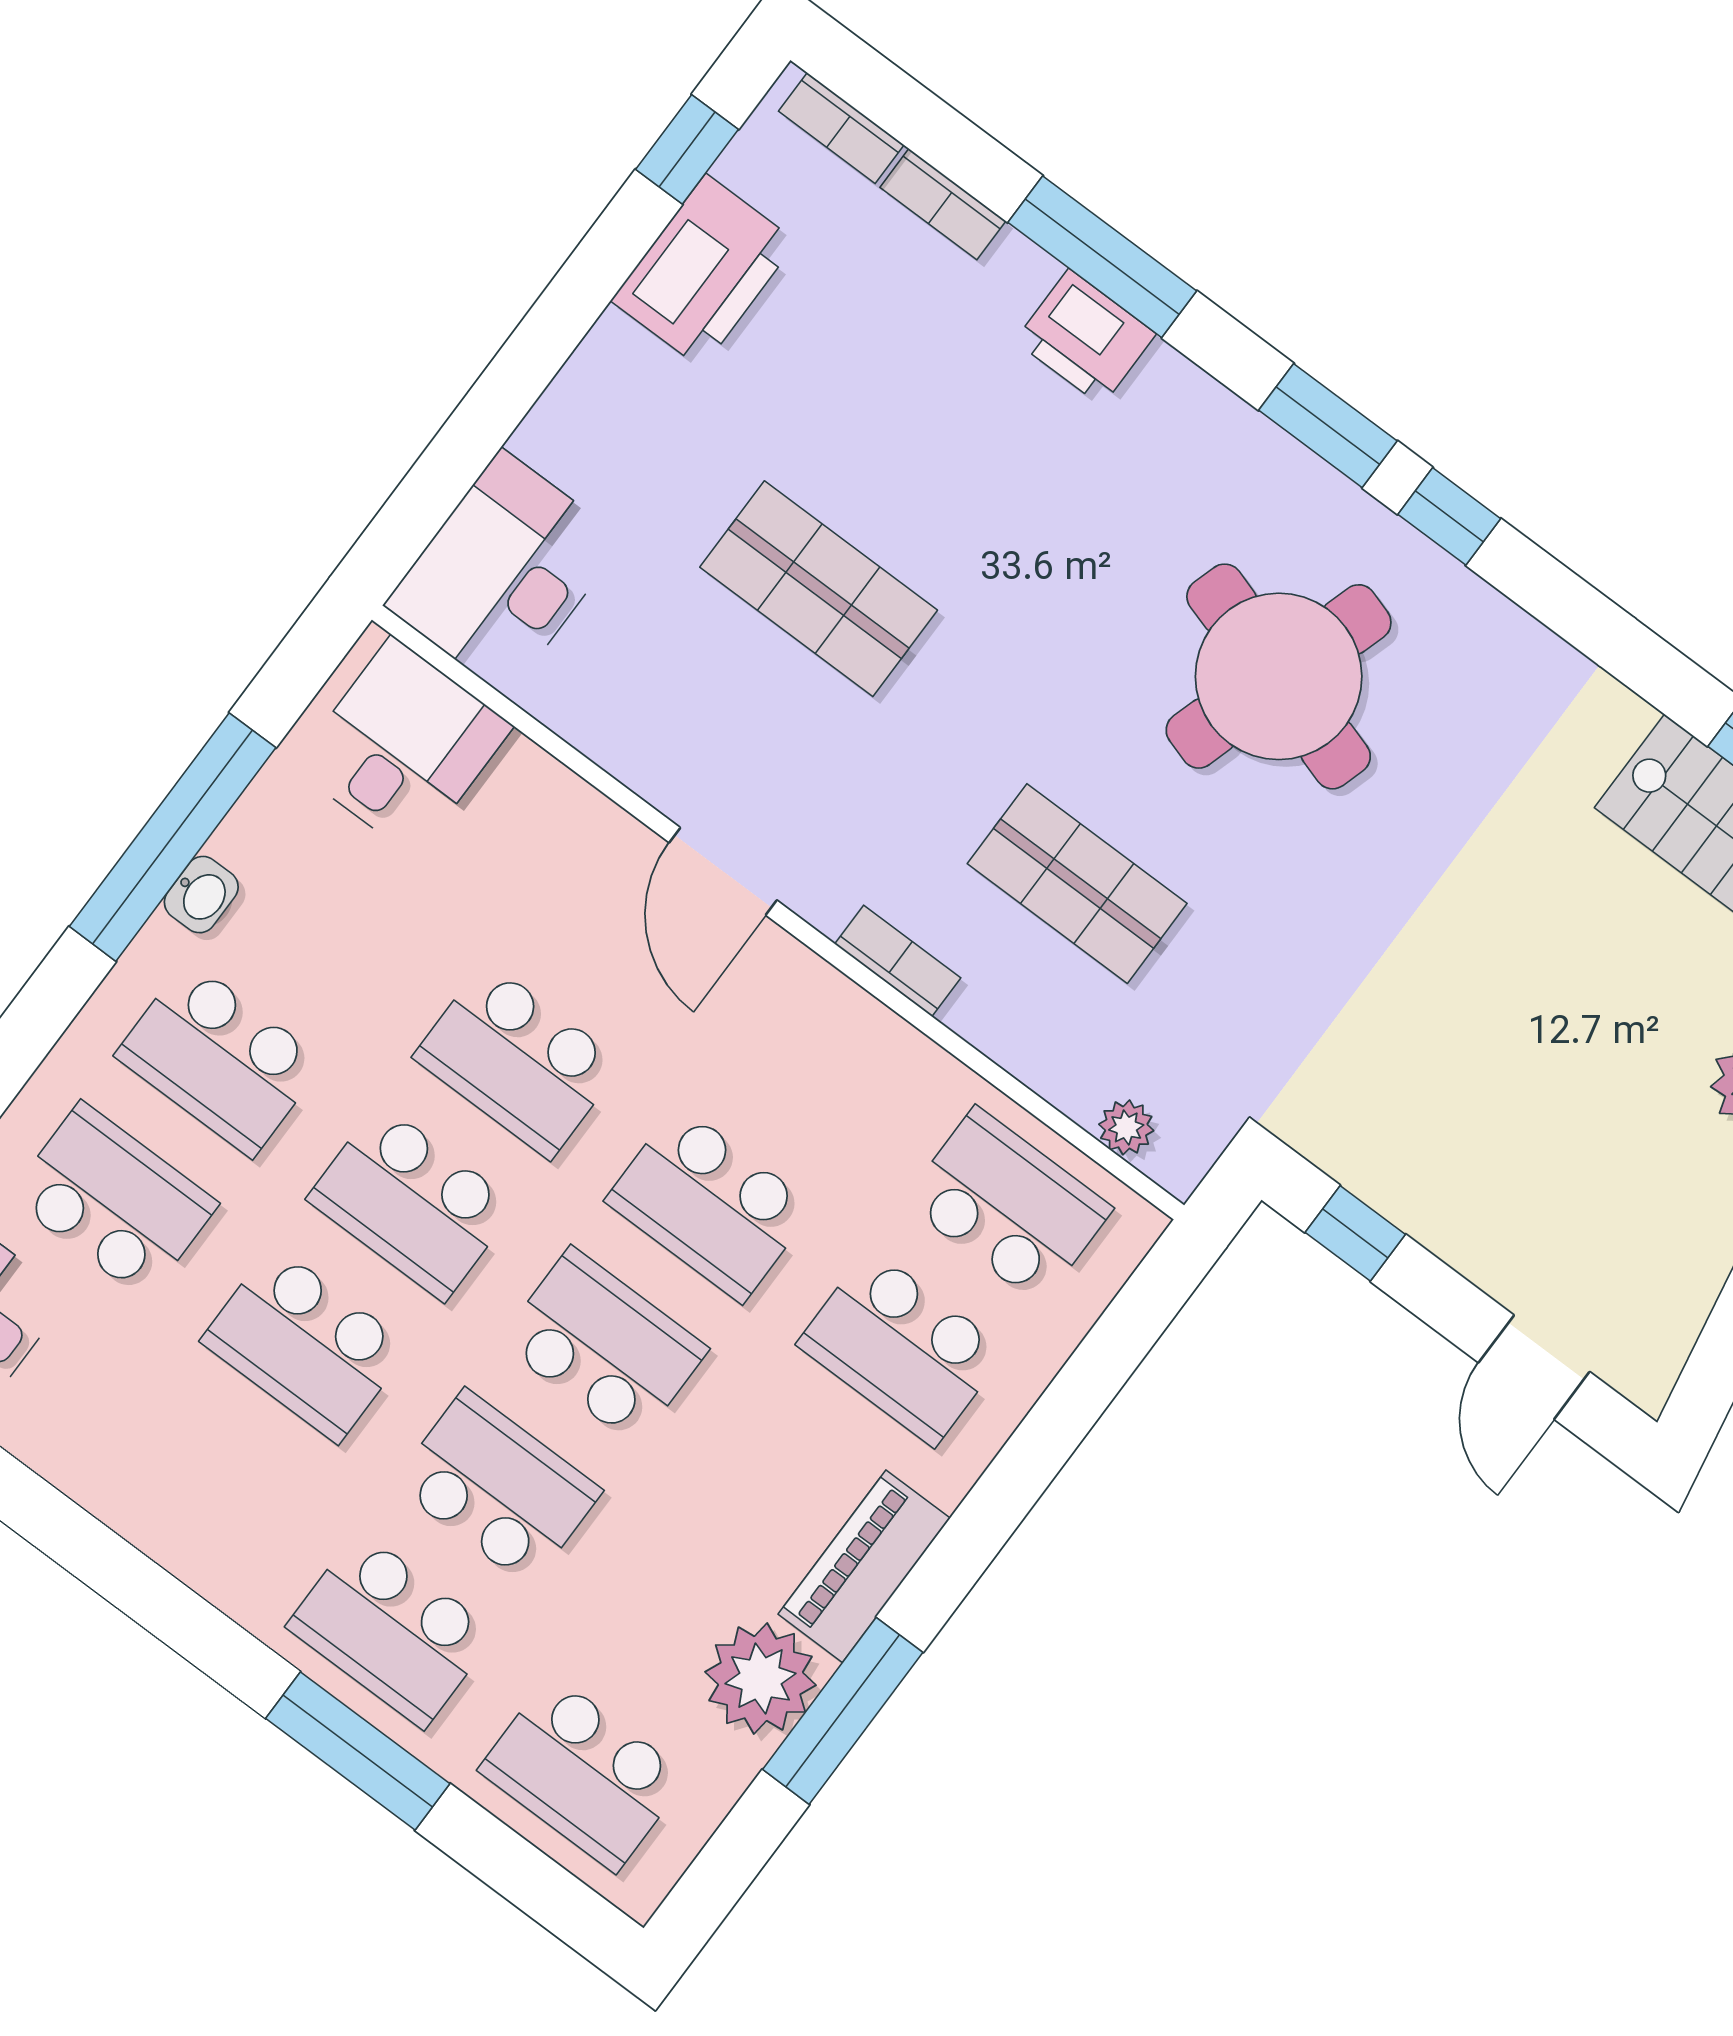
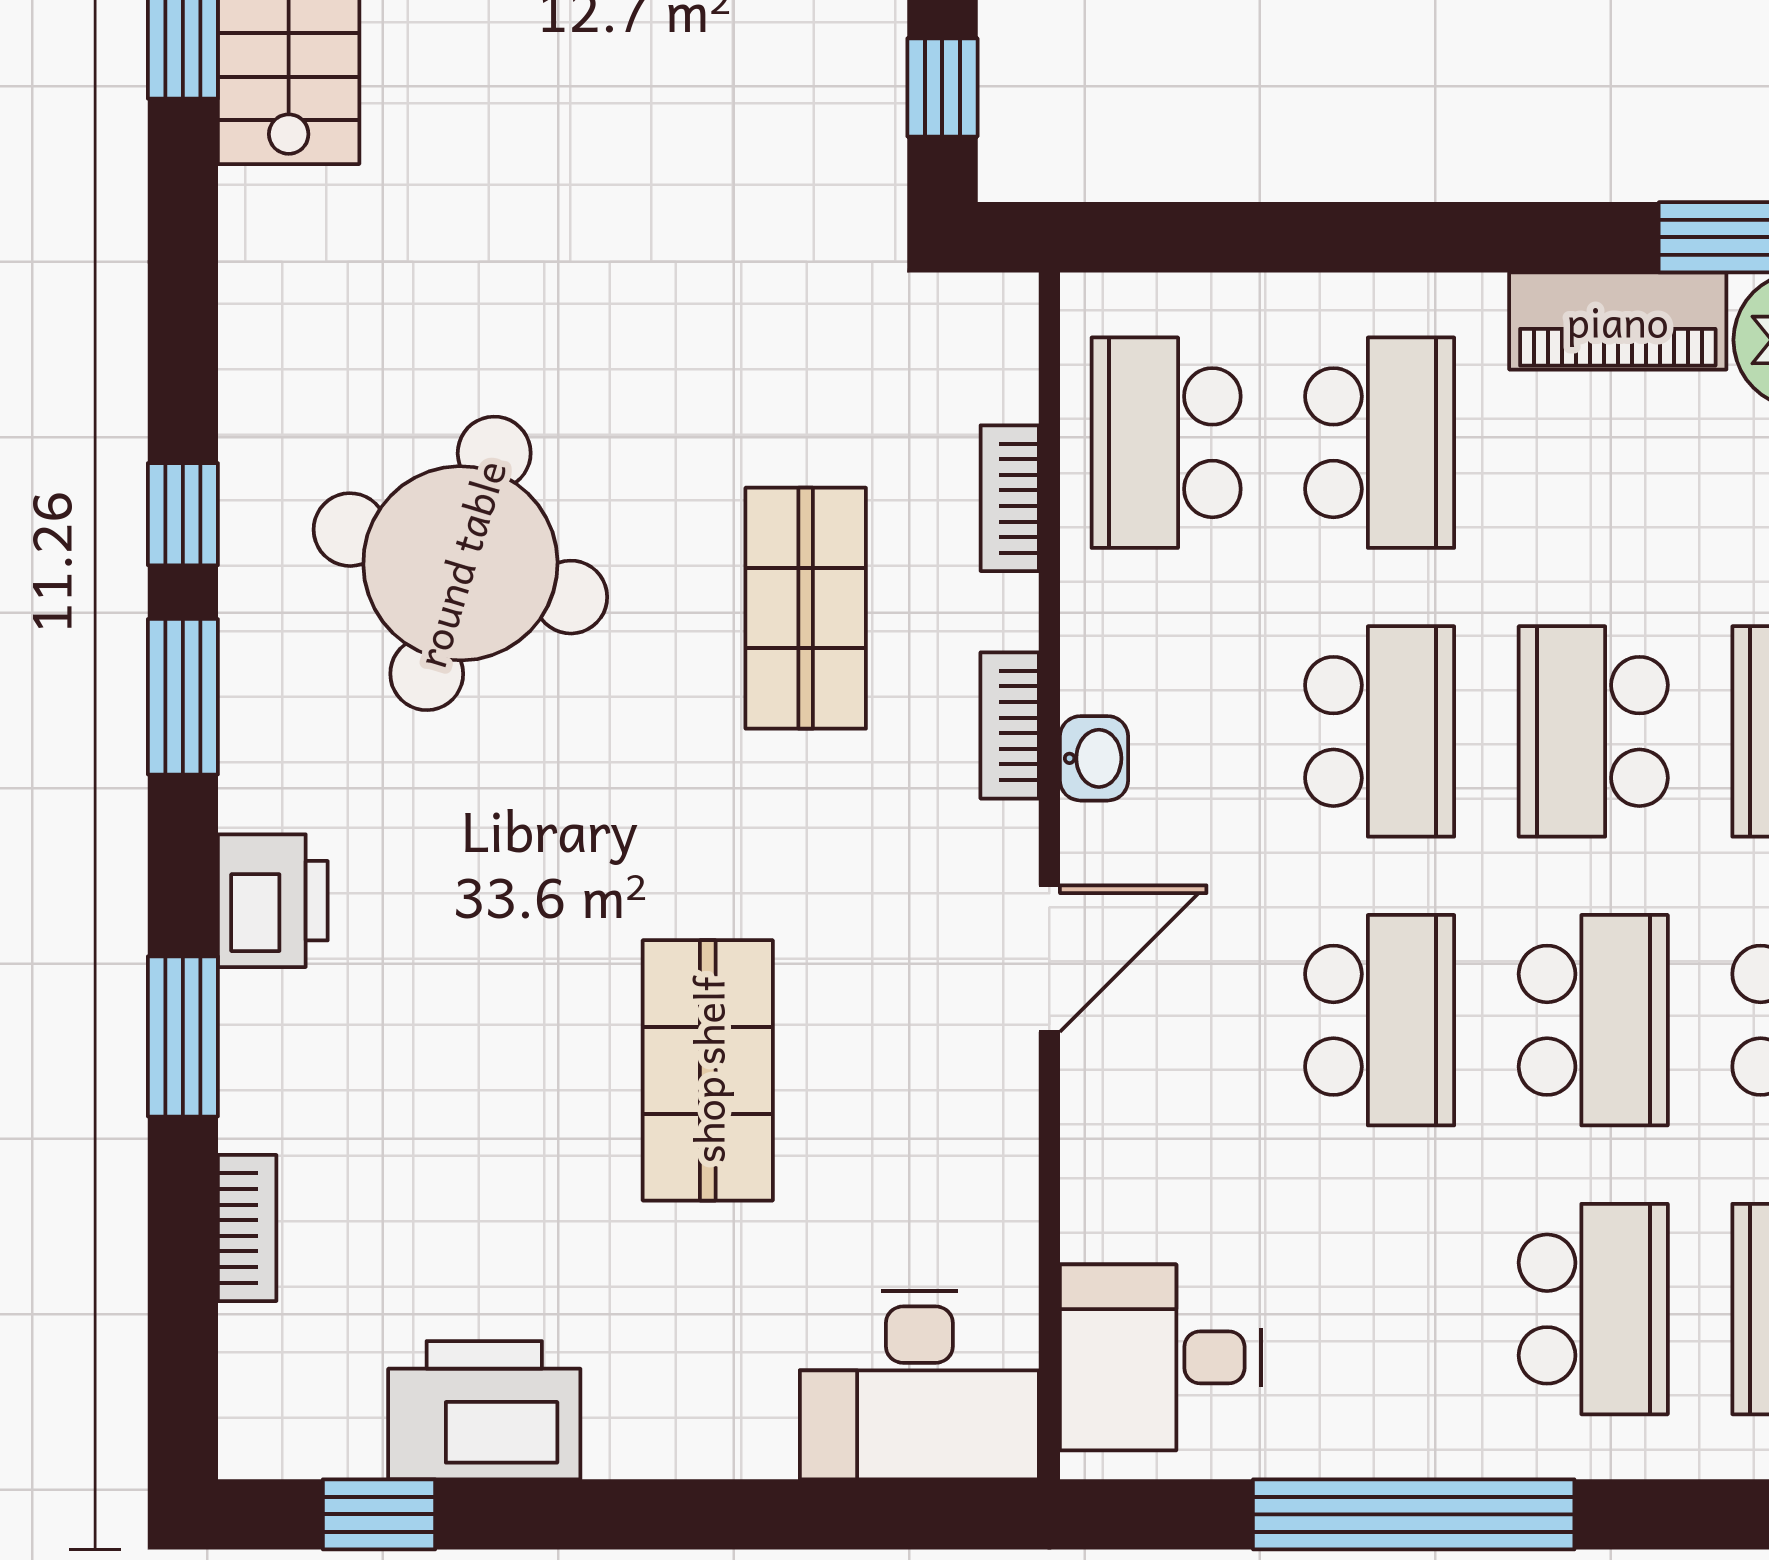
bookcase: (841, 128) -> (1010, 498), moved, turned 180
window: (1102, 257) -> (183, 1036), width x0.69
printer: (1085, 337) -> (273, 901), moved
washbasin: (201, 895) -> (1094, 758), moved, turned 90
plant: (1126, 1127) -> (1005, 385), removed

